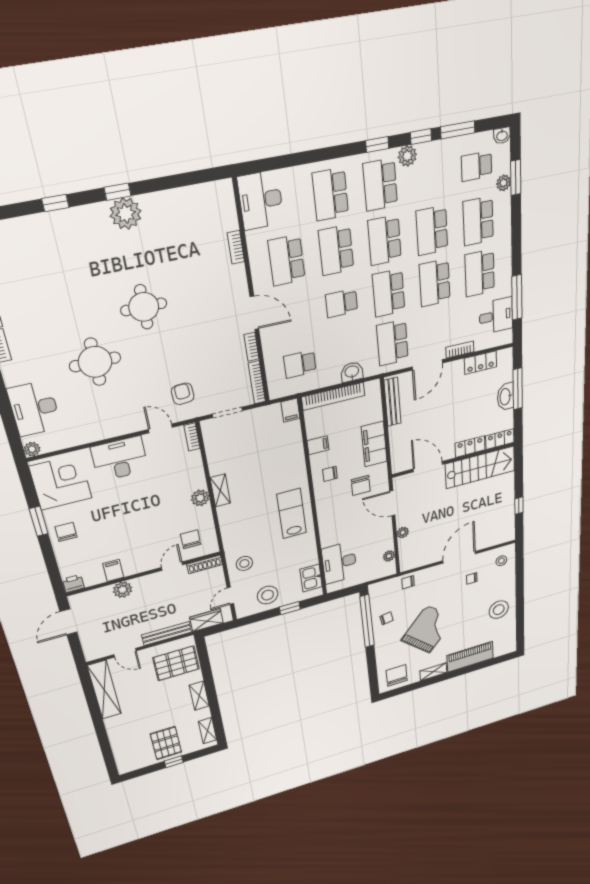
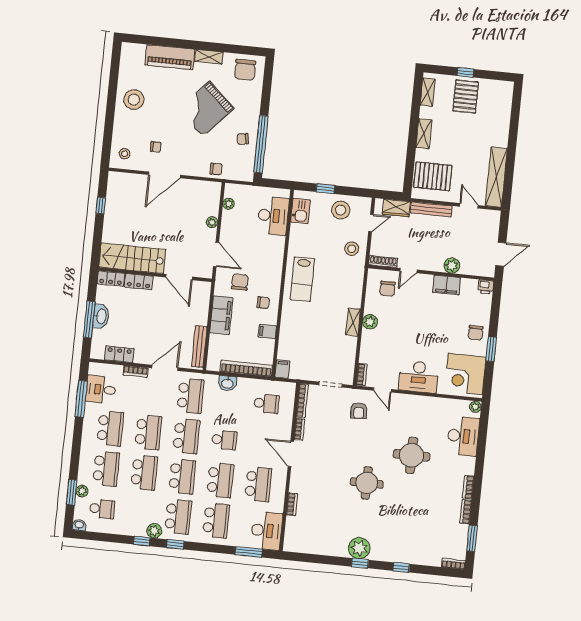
window: (458, 130) -> (249, 552), moved
filing cabinet: (113, 570) -> (447, 285), width x2.00

